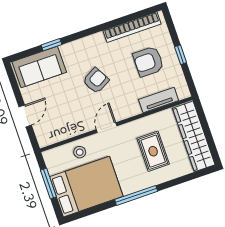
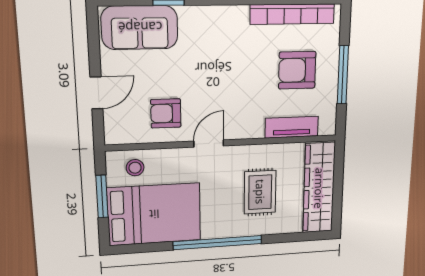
window: (181, 55) -> (343, 75), width x2.17
armchair: (96, 80) -> (166, 113), moved, turned -151
stool: (80, 152) -> (135, 168), moved
window: (136, 195) -> (218, 243), width x1.46

